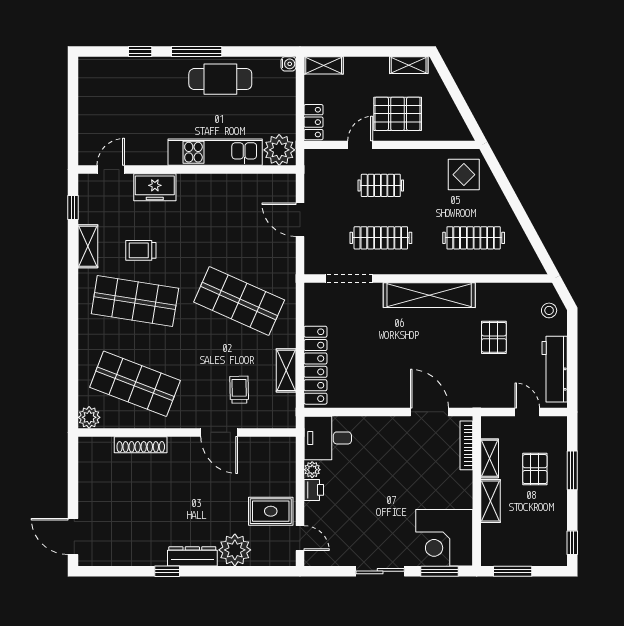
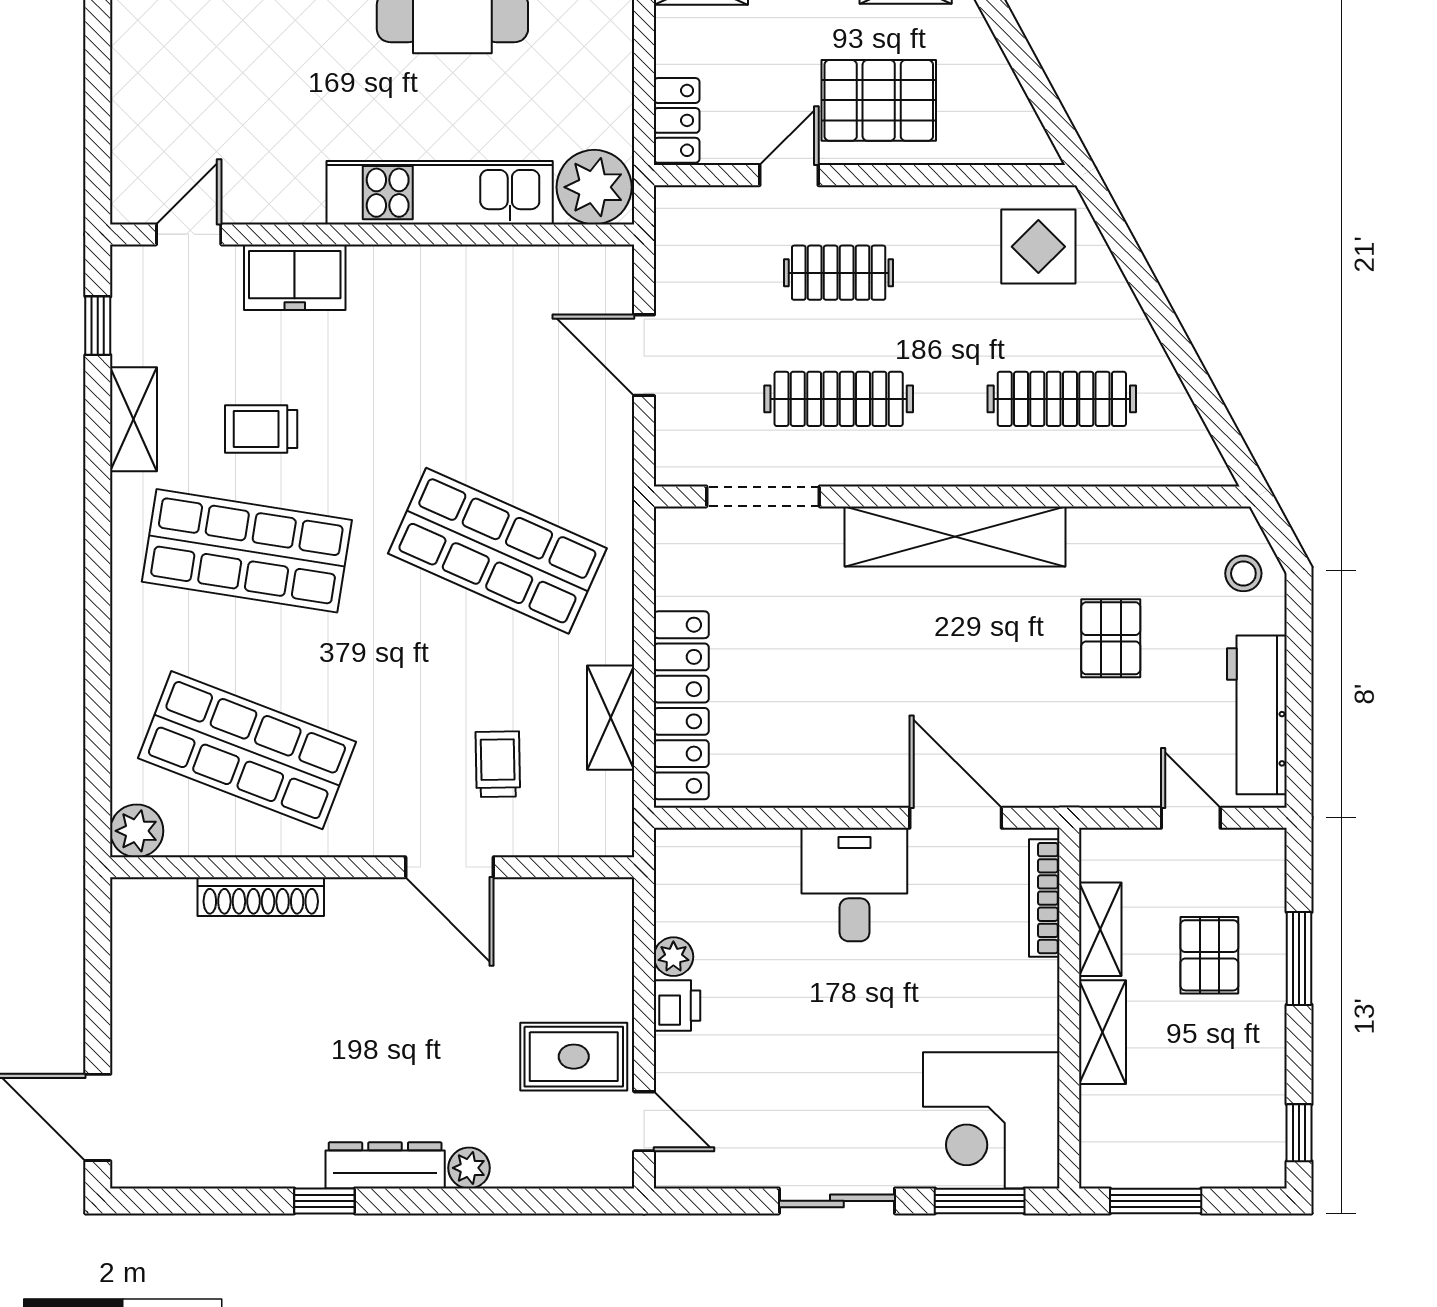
desk: (328, 438) -> (854, 885), moved, turned 90
plant: (235, 550) -> (469, 1168), width x0.53, depth x0.53

